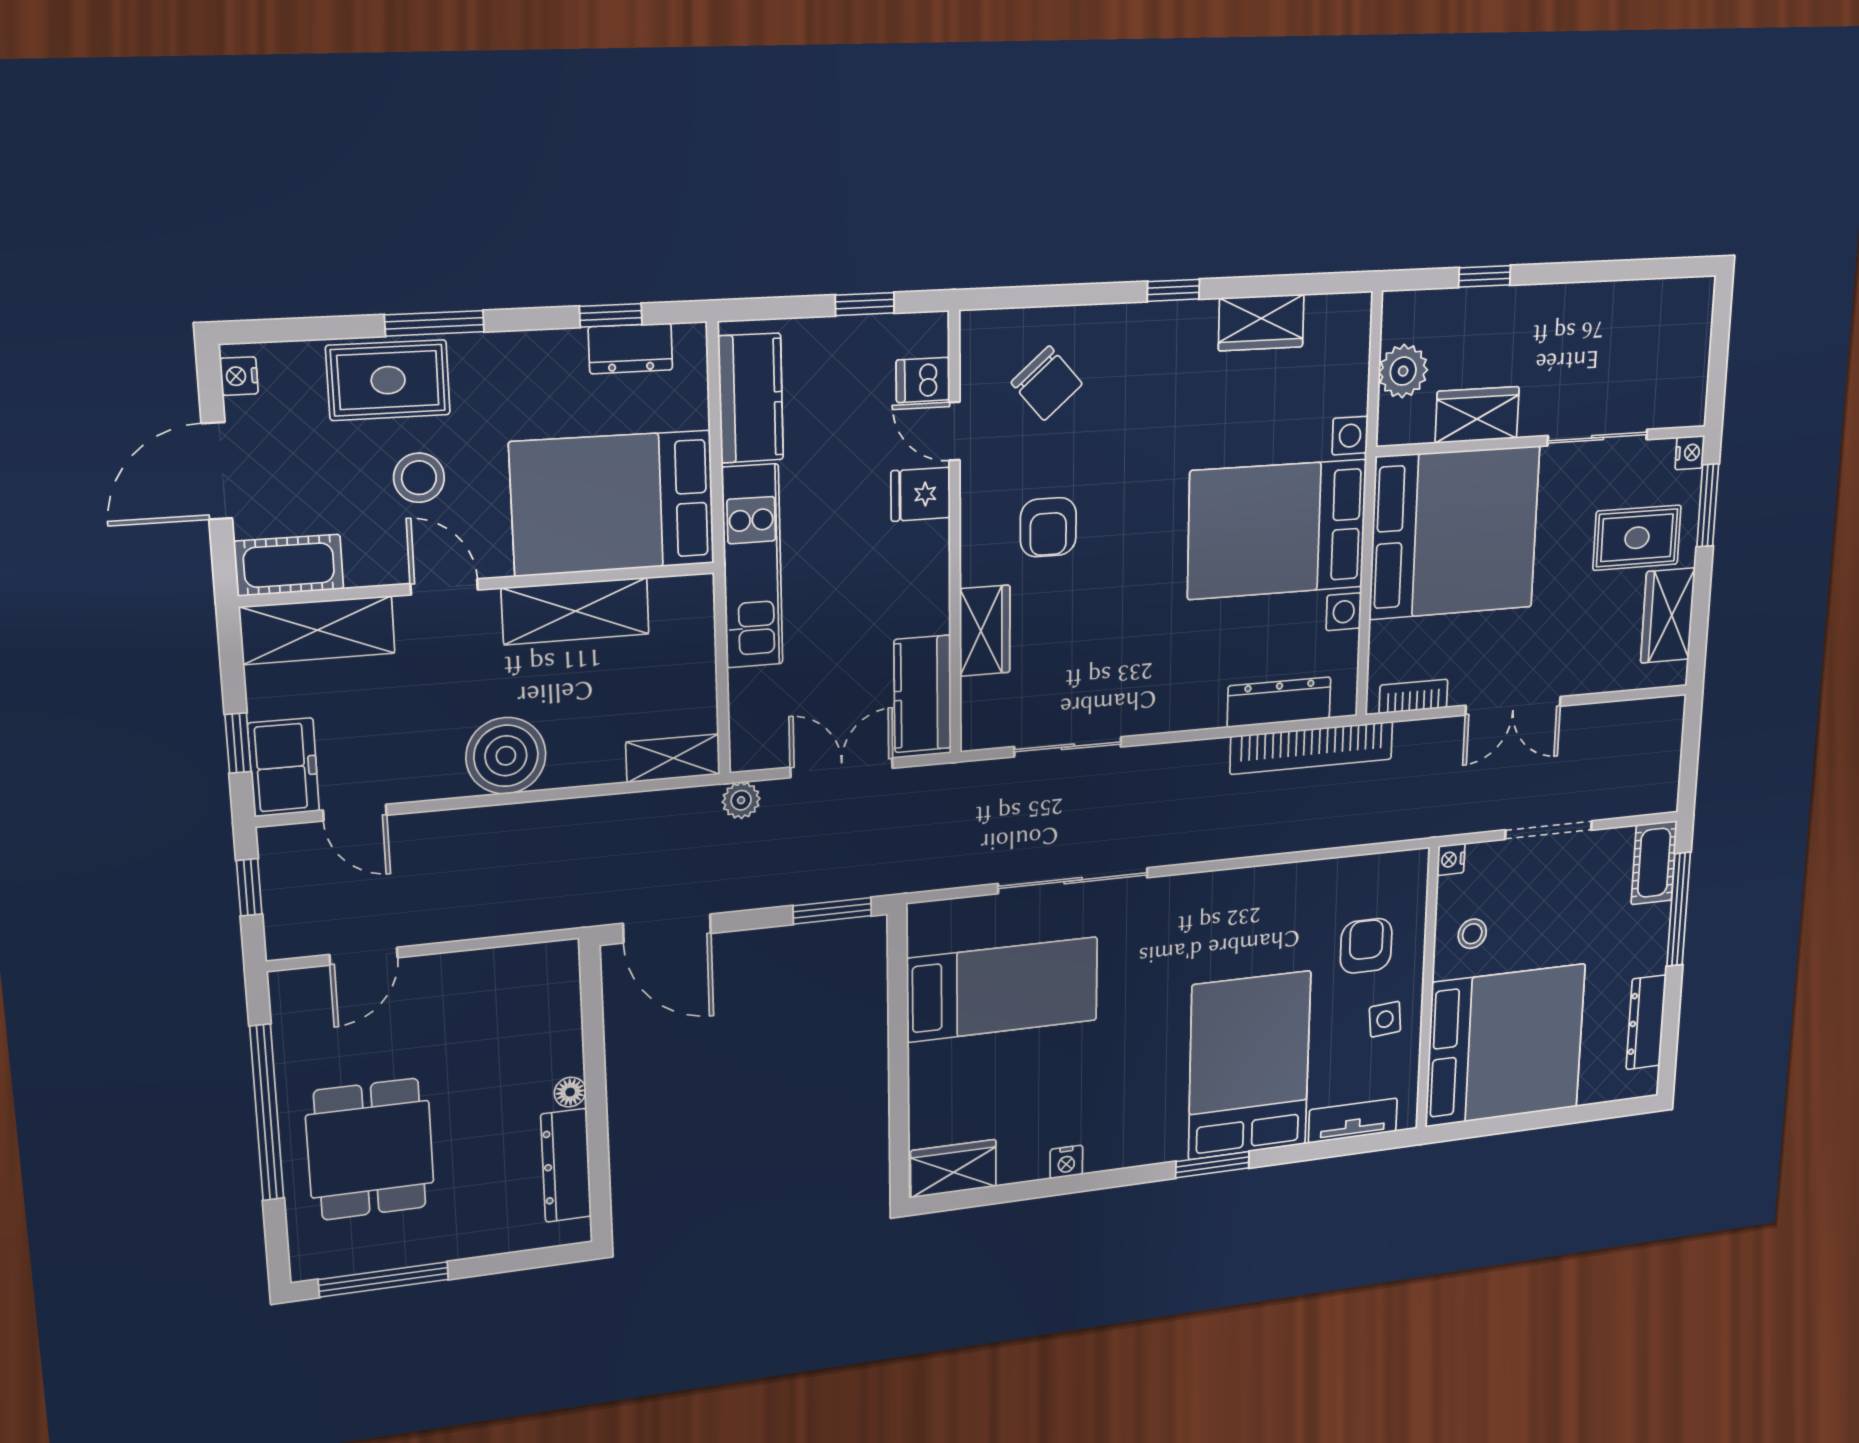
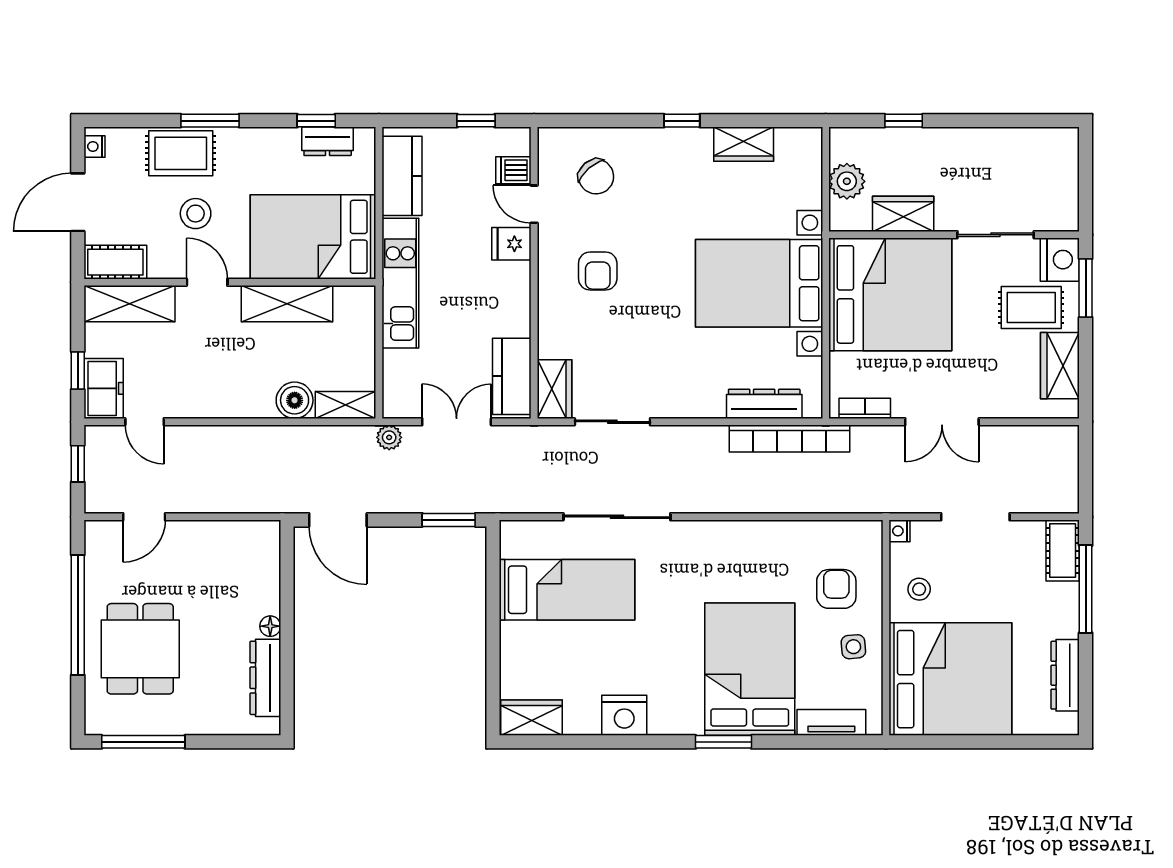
nightstand: (1690, 453) -> (1060, 260), width x1.89, depth x1.79
wardrobe: (985, 631) -> (554, 389), moved
boiler: (506, 756) -> (295, 400), moved, width x0.73, depth x0.73
nightstand: (1066, 1162) -> (624, 715), width x1.89, depth x1.79

